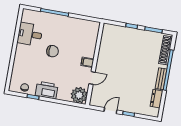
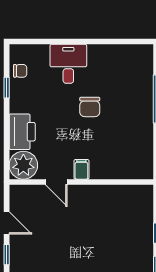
desk: (30, 34) -> (68, 64), moved
printer: (47, 90) -> (22, 132), moved

